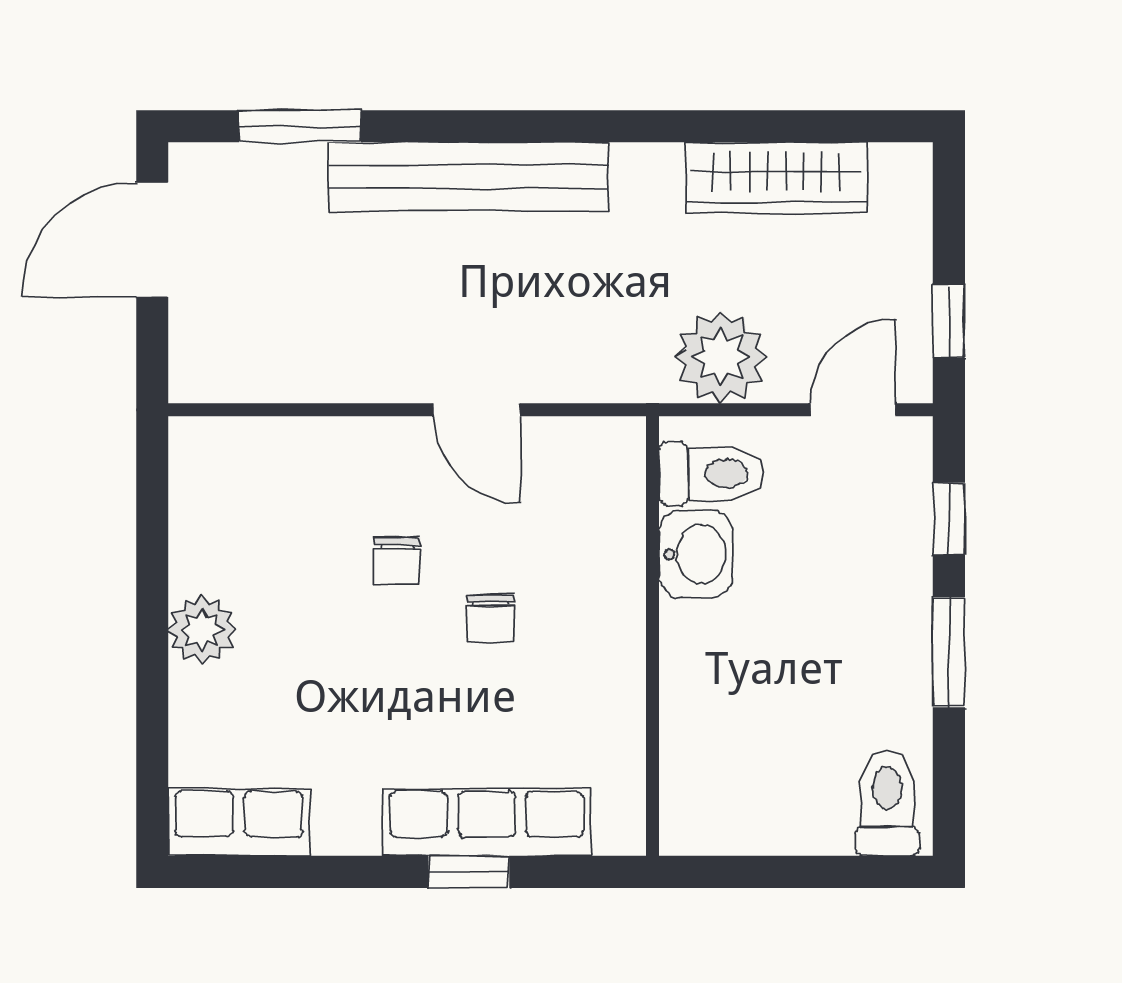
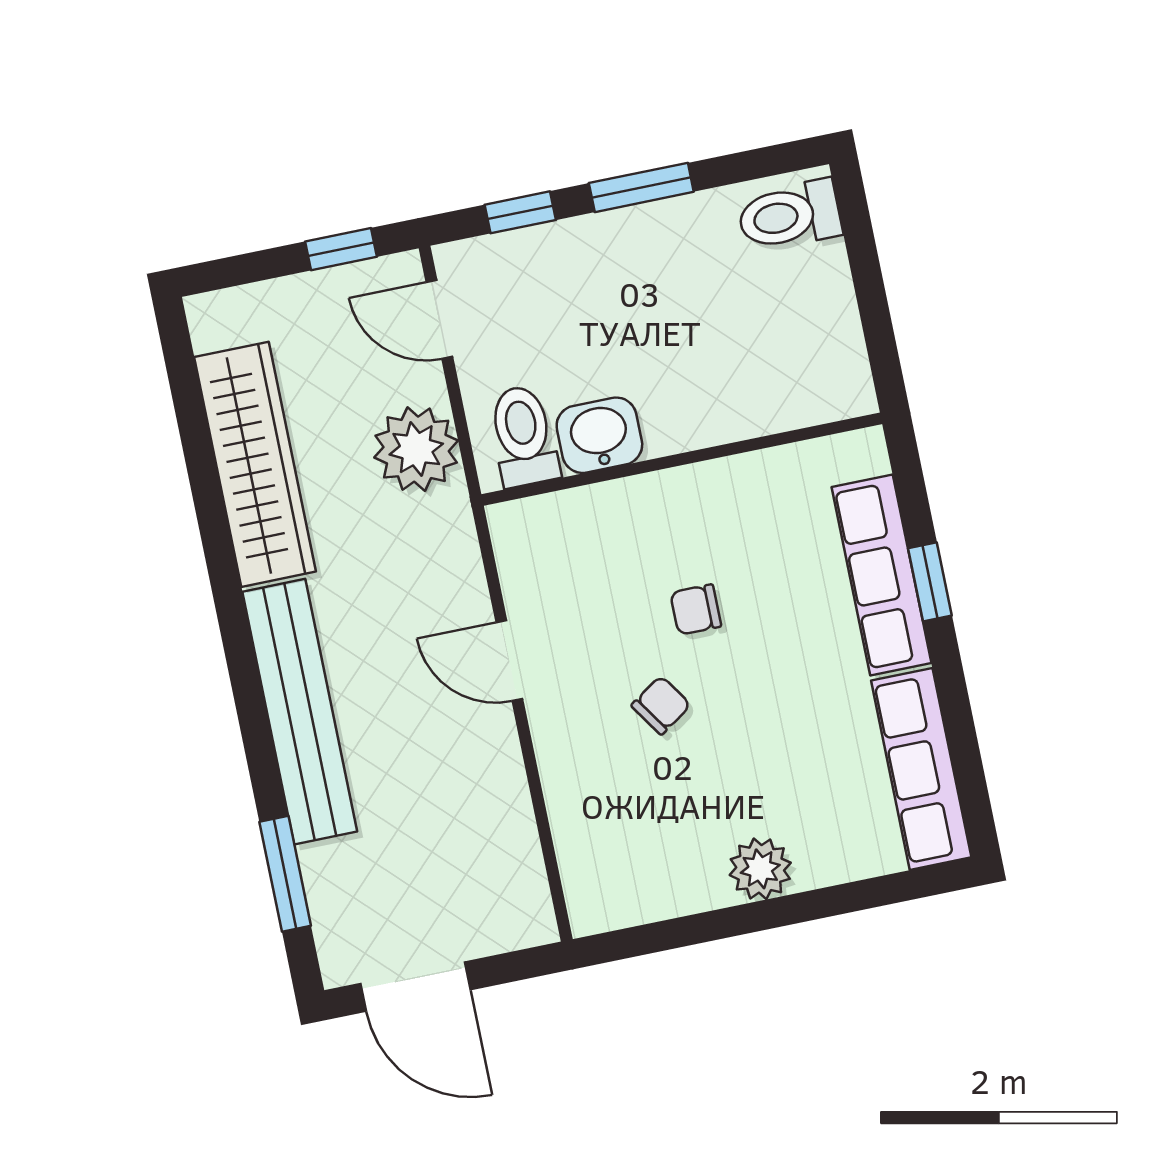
wardrobe: (776, 177) -> (255, 464), width x1.40, depth x1.17
door: (477, 410) -> (509, 661), swing flipped
chair: (397, 561) -> (661, 705), turned -34
chair: (490, 618) -> (696, 610), turned 180
row of seats: (239, 822) -> (921, 769), width x1.48

